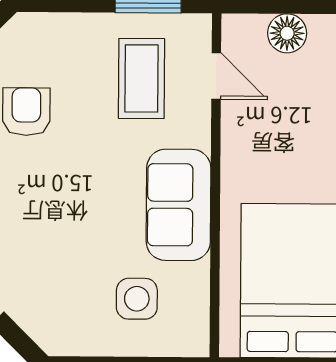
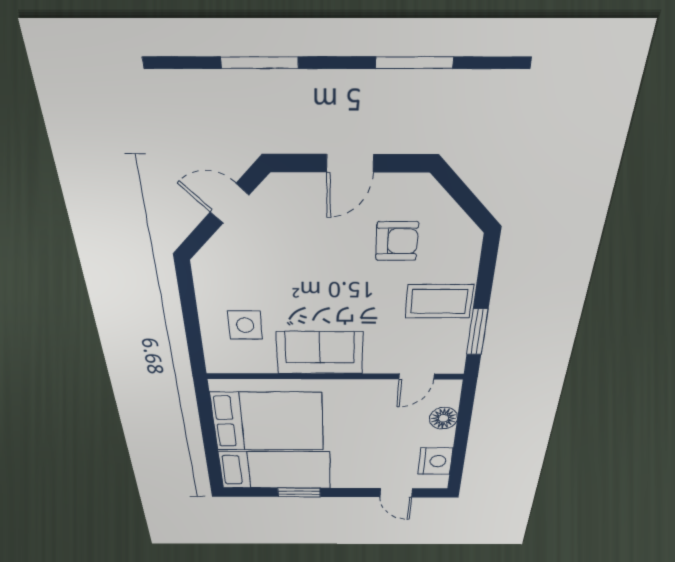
coffee table: (141, 78) -> (439, 301), moved

